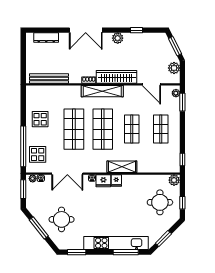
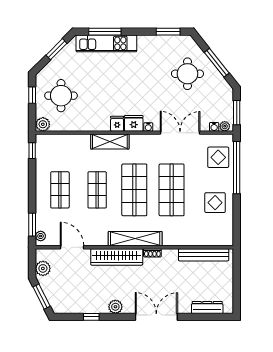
kitchen unit: (116, 243) -> (106, 43), width x0.73

